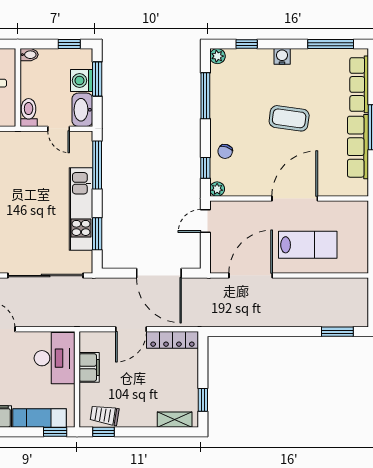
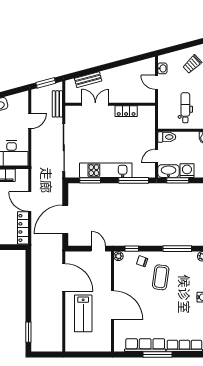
window: (97, 79) -> (178, 180), moved
coffee table: (289, 118) -> (161, 277), moved

